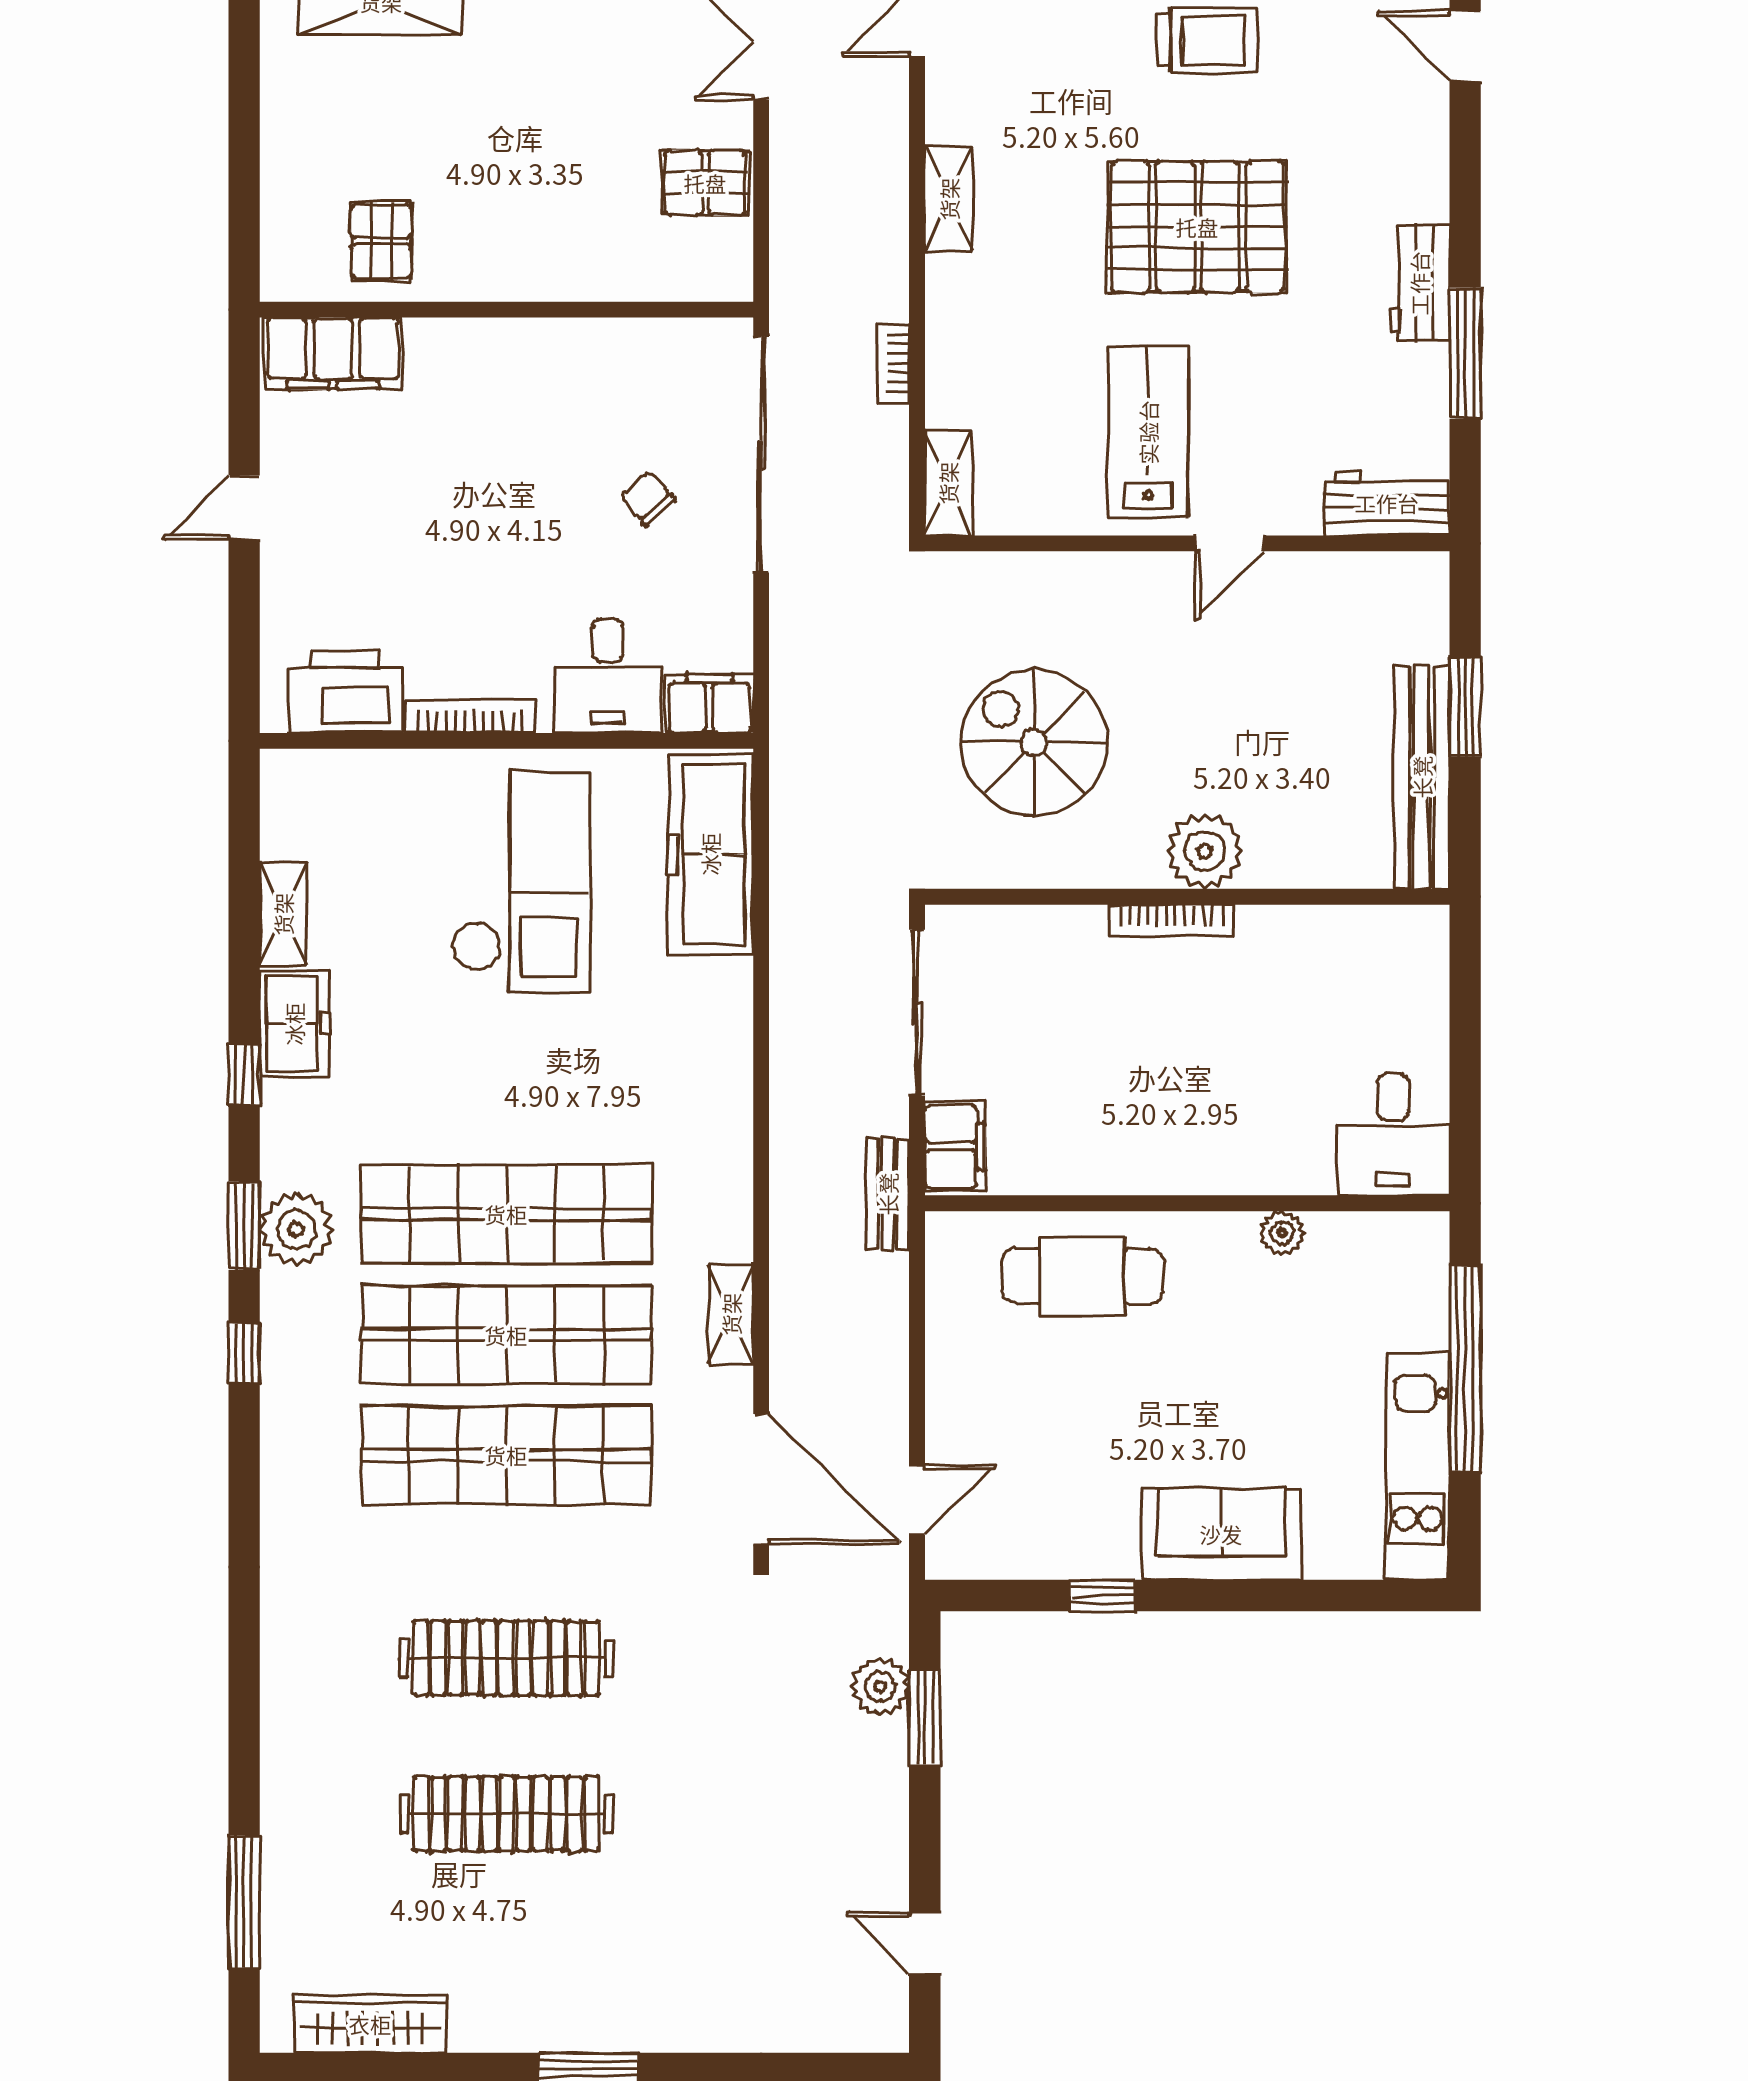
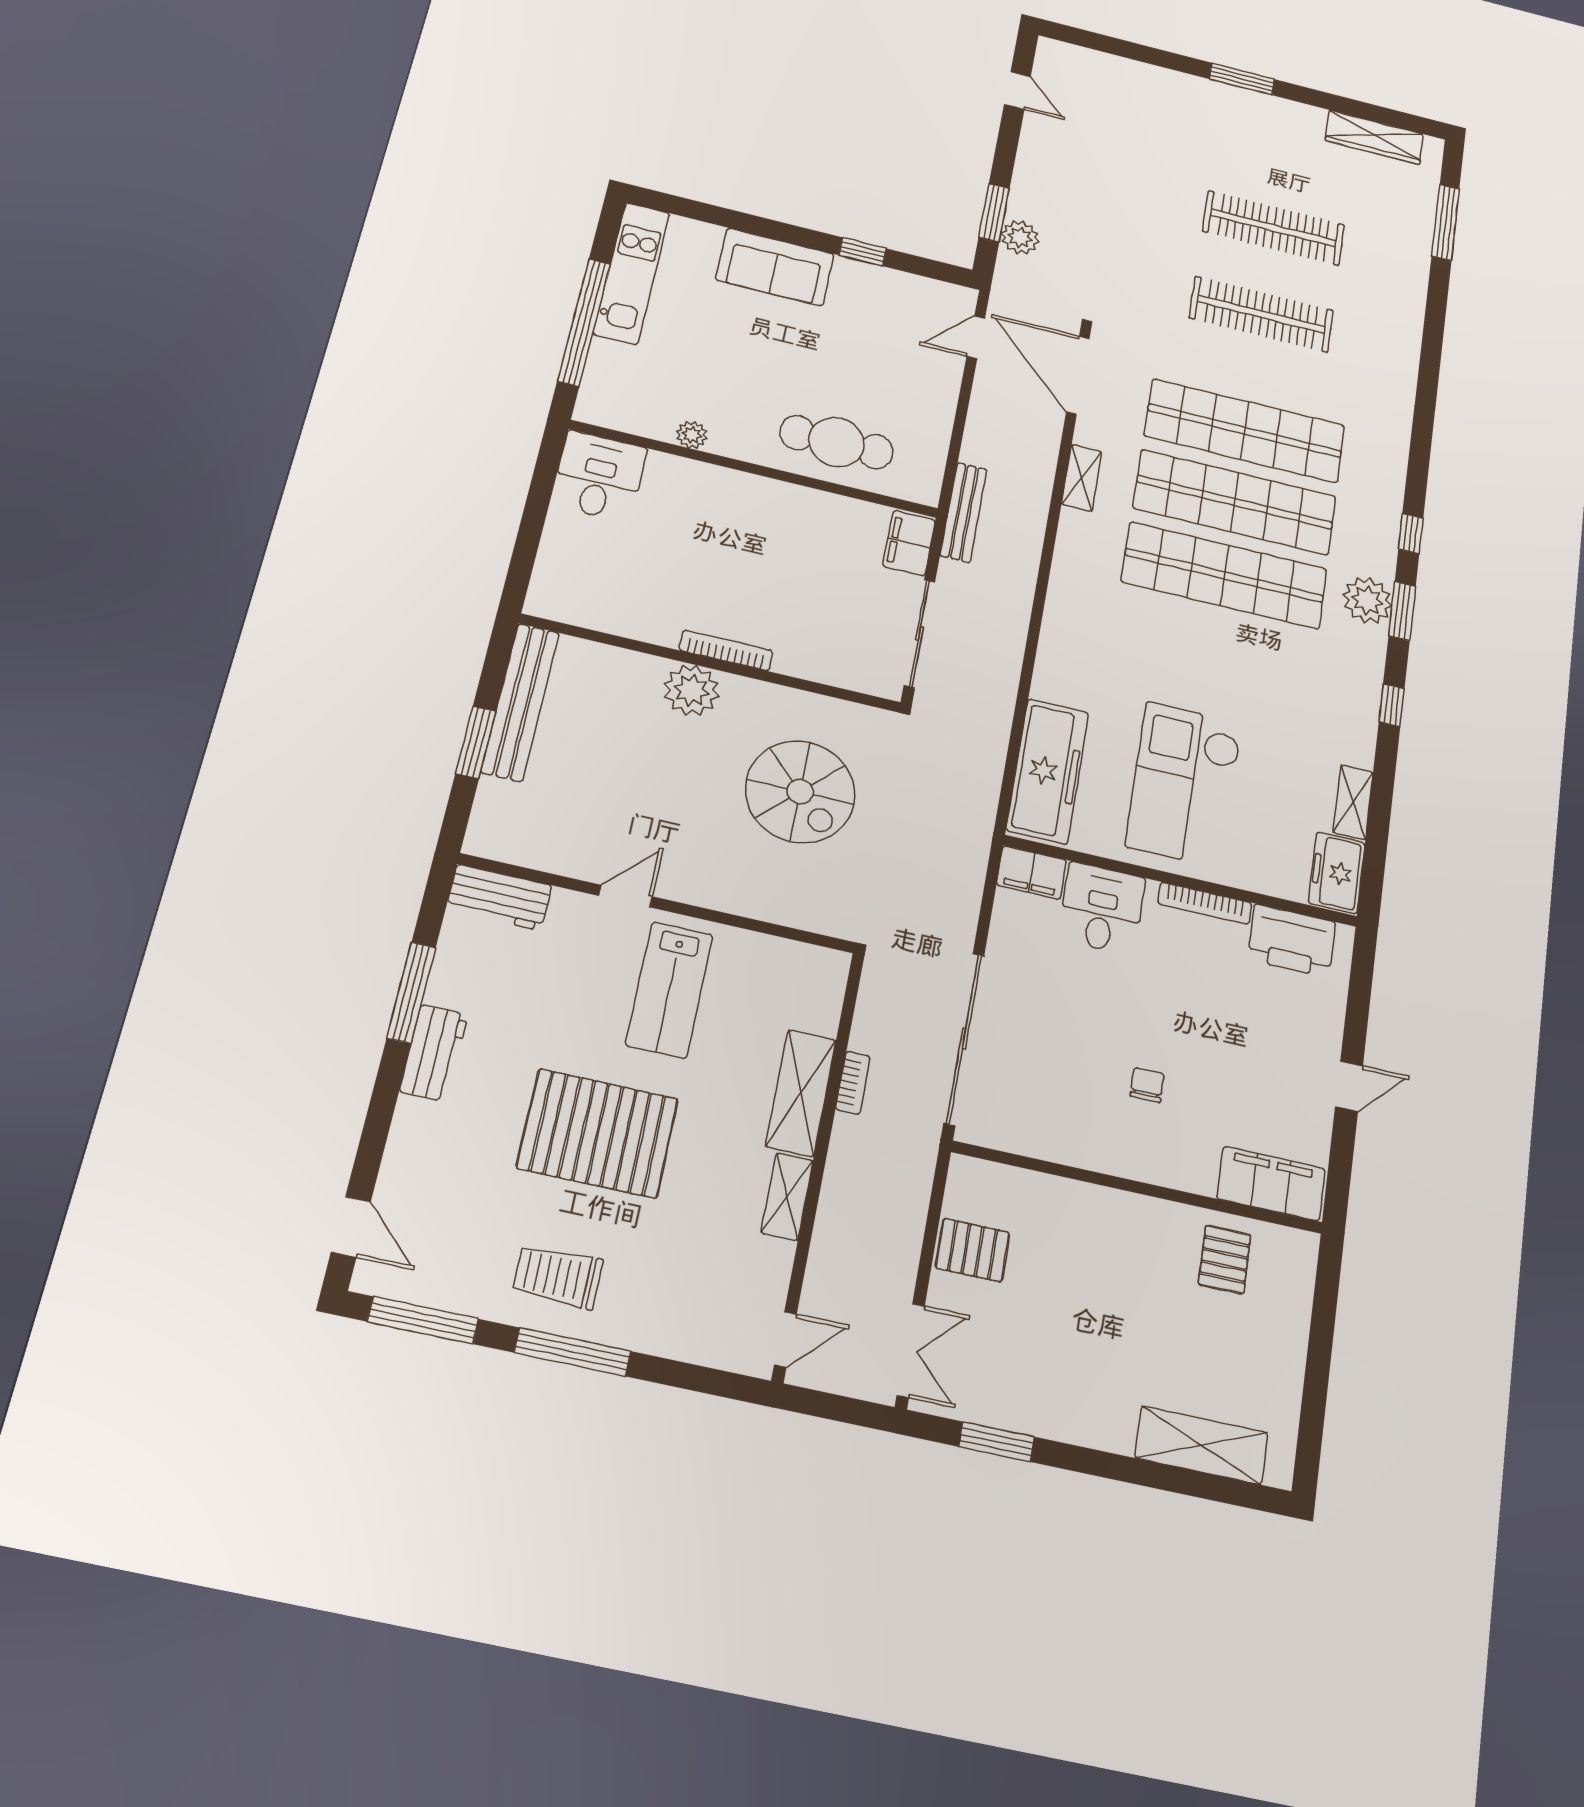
shelving: (948, 483) -> (801, 1093), moved, width x1.50, depth x1.33
chair: (647, 498) -> (1147, 1085), moved, turned -138
freezer: (294, 1024) -> (1337, 873), moved
bench: (888, 1194) -> (964, 512), width x1.36

